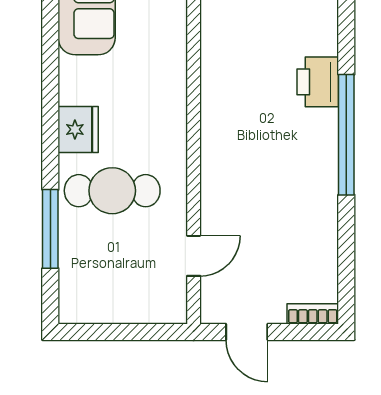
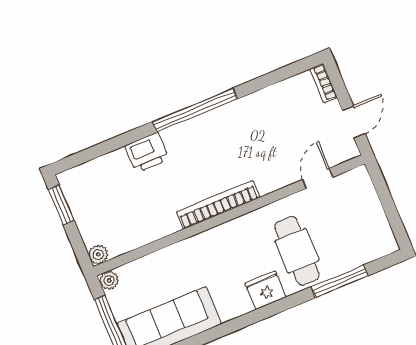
printer: (318, 82) -> (147, 153), moved
bookcase: (213, 114) -> (218, 205), added
door: (194, 256) -> (318, 178), hinge flipped

